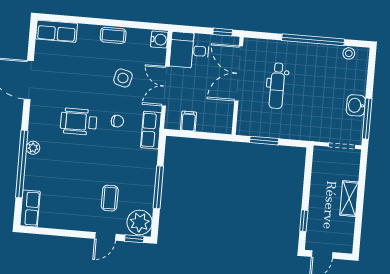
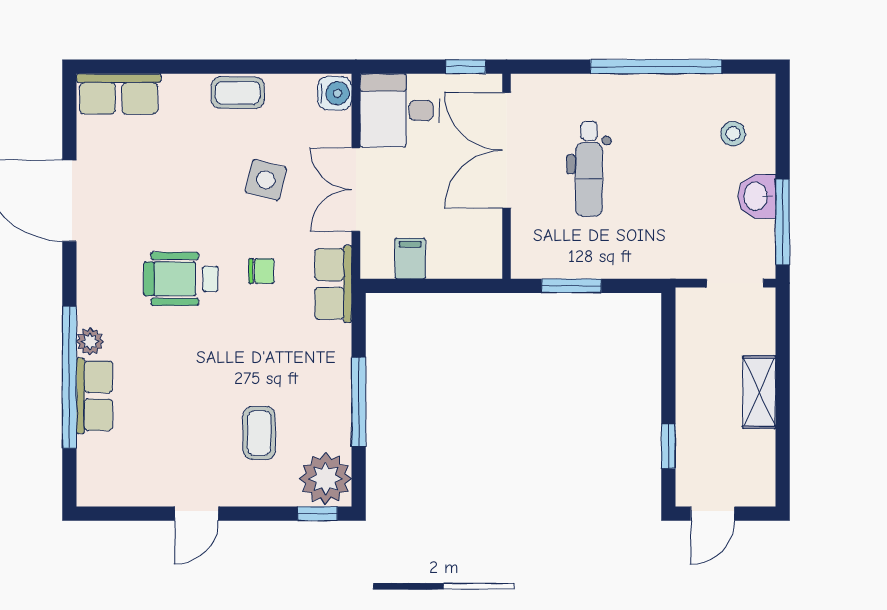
stool: (349, 53) -> (733, 134), moved
row of seats: (30, 208) -> (95, 396), moved
door: (105, 236) -> (197, 514), moved

